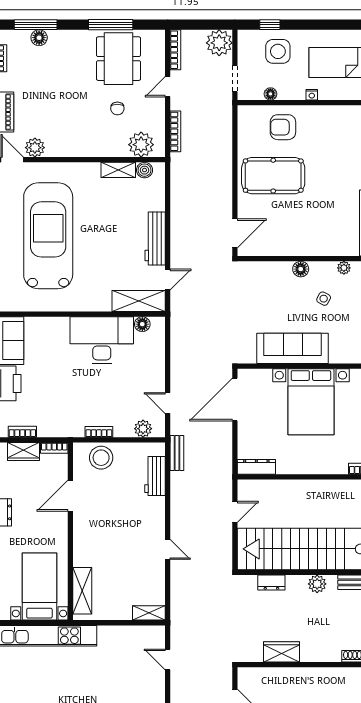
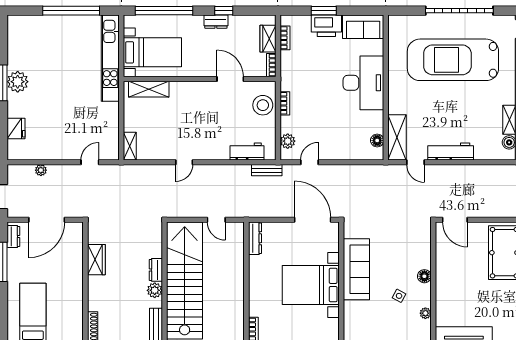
car: (48, 236) -> (453, 60), turned 180
desk: (102, 340) -> (363, 83), moved
dresser: (271, 582) -> (156, 270), moved

